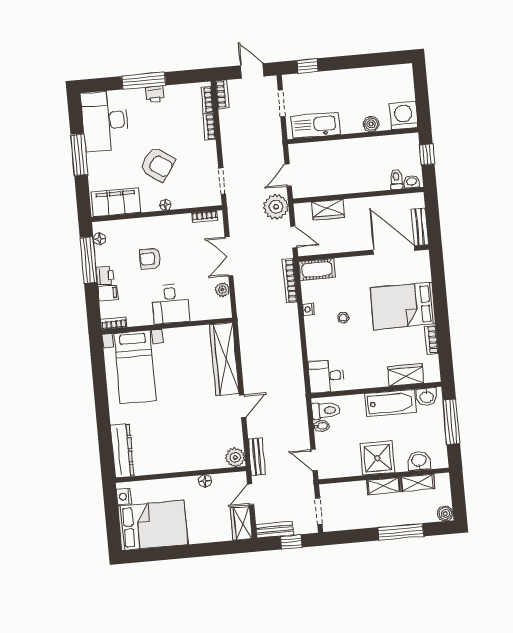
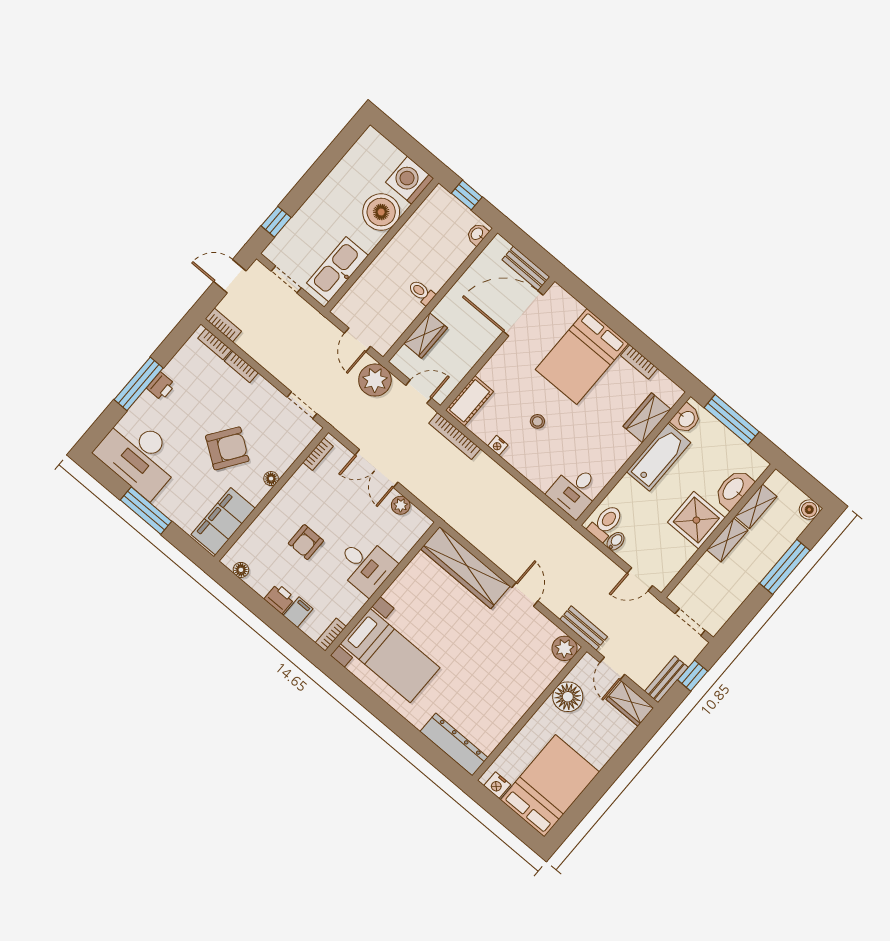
boiler: (371, 124) -> (381, 212), width x1.86, depth x1.86
toilet: (396, 179) -> (422, 292), moved
window: (89, 260) -> (250, 599), removed
washbasin: (419, 461) -> (734, 489), width x1.38
floor lamp: (205, 481) -> (568, 697), width x1.89, depth x1.89

